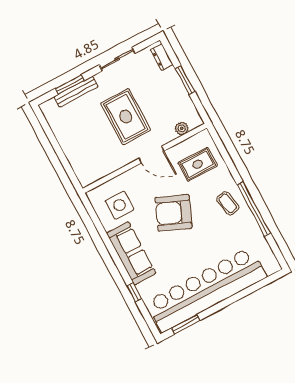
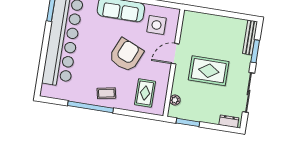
sliding door: (117, 59) -> (249, 92), width x1.37
window: (185, 80) -> (188, 122), moved
bench: (76, 92) -> (250, 38), moved
door: (151, 155) -> (175, 54), moved

